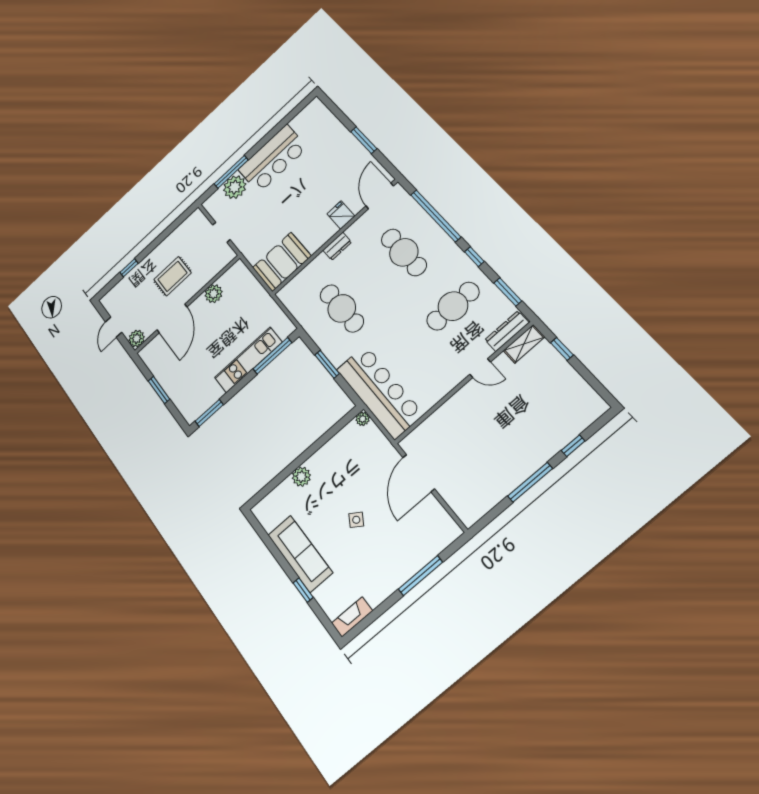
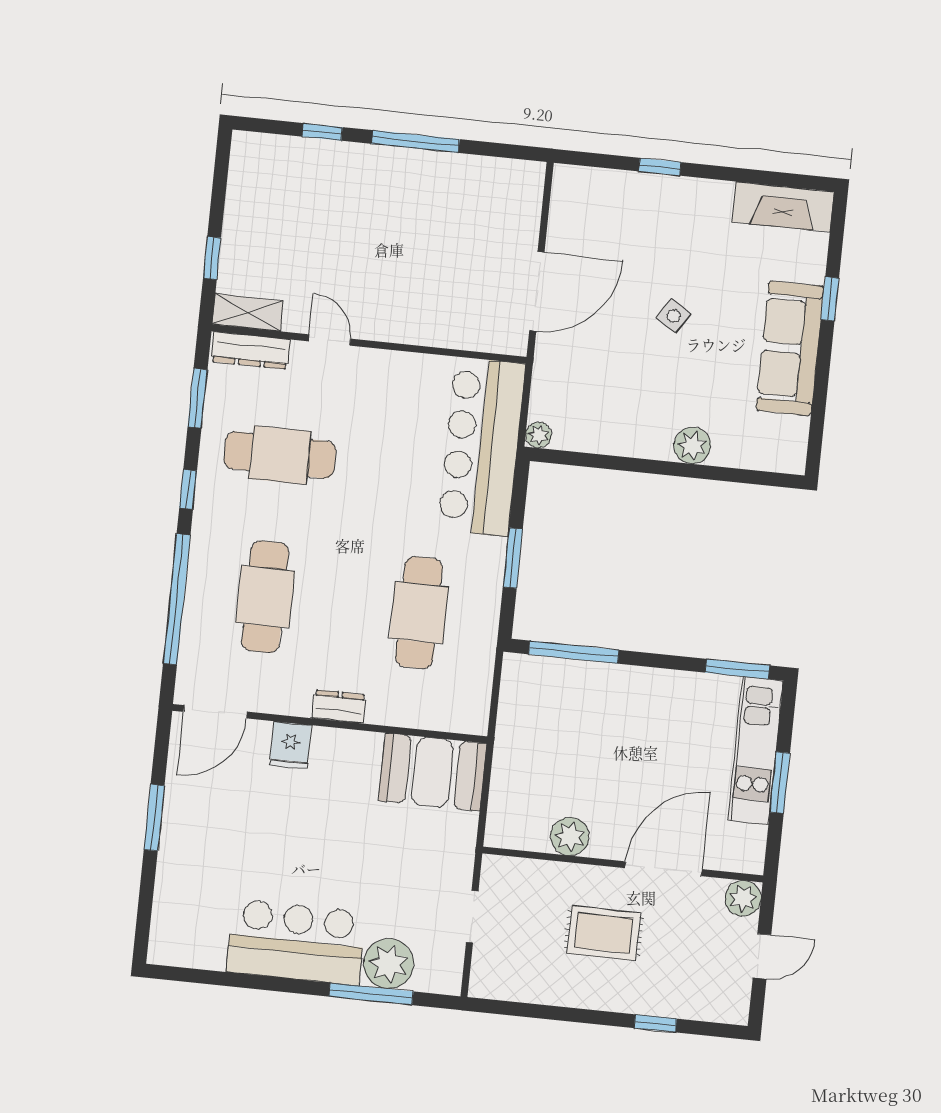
kitchen unit: (248, 360) -> (756, 751), moved, turned 90
window: (420, 576) -> (660, 167), width x0.46
fireplace: (352, 617) -> (783, 207), width x1.37, depth x1.32

